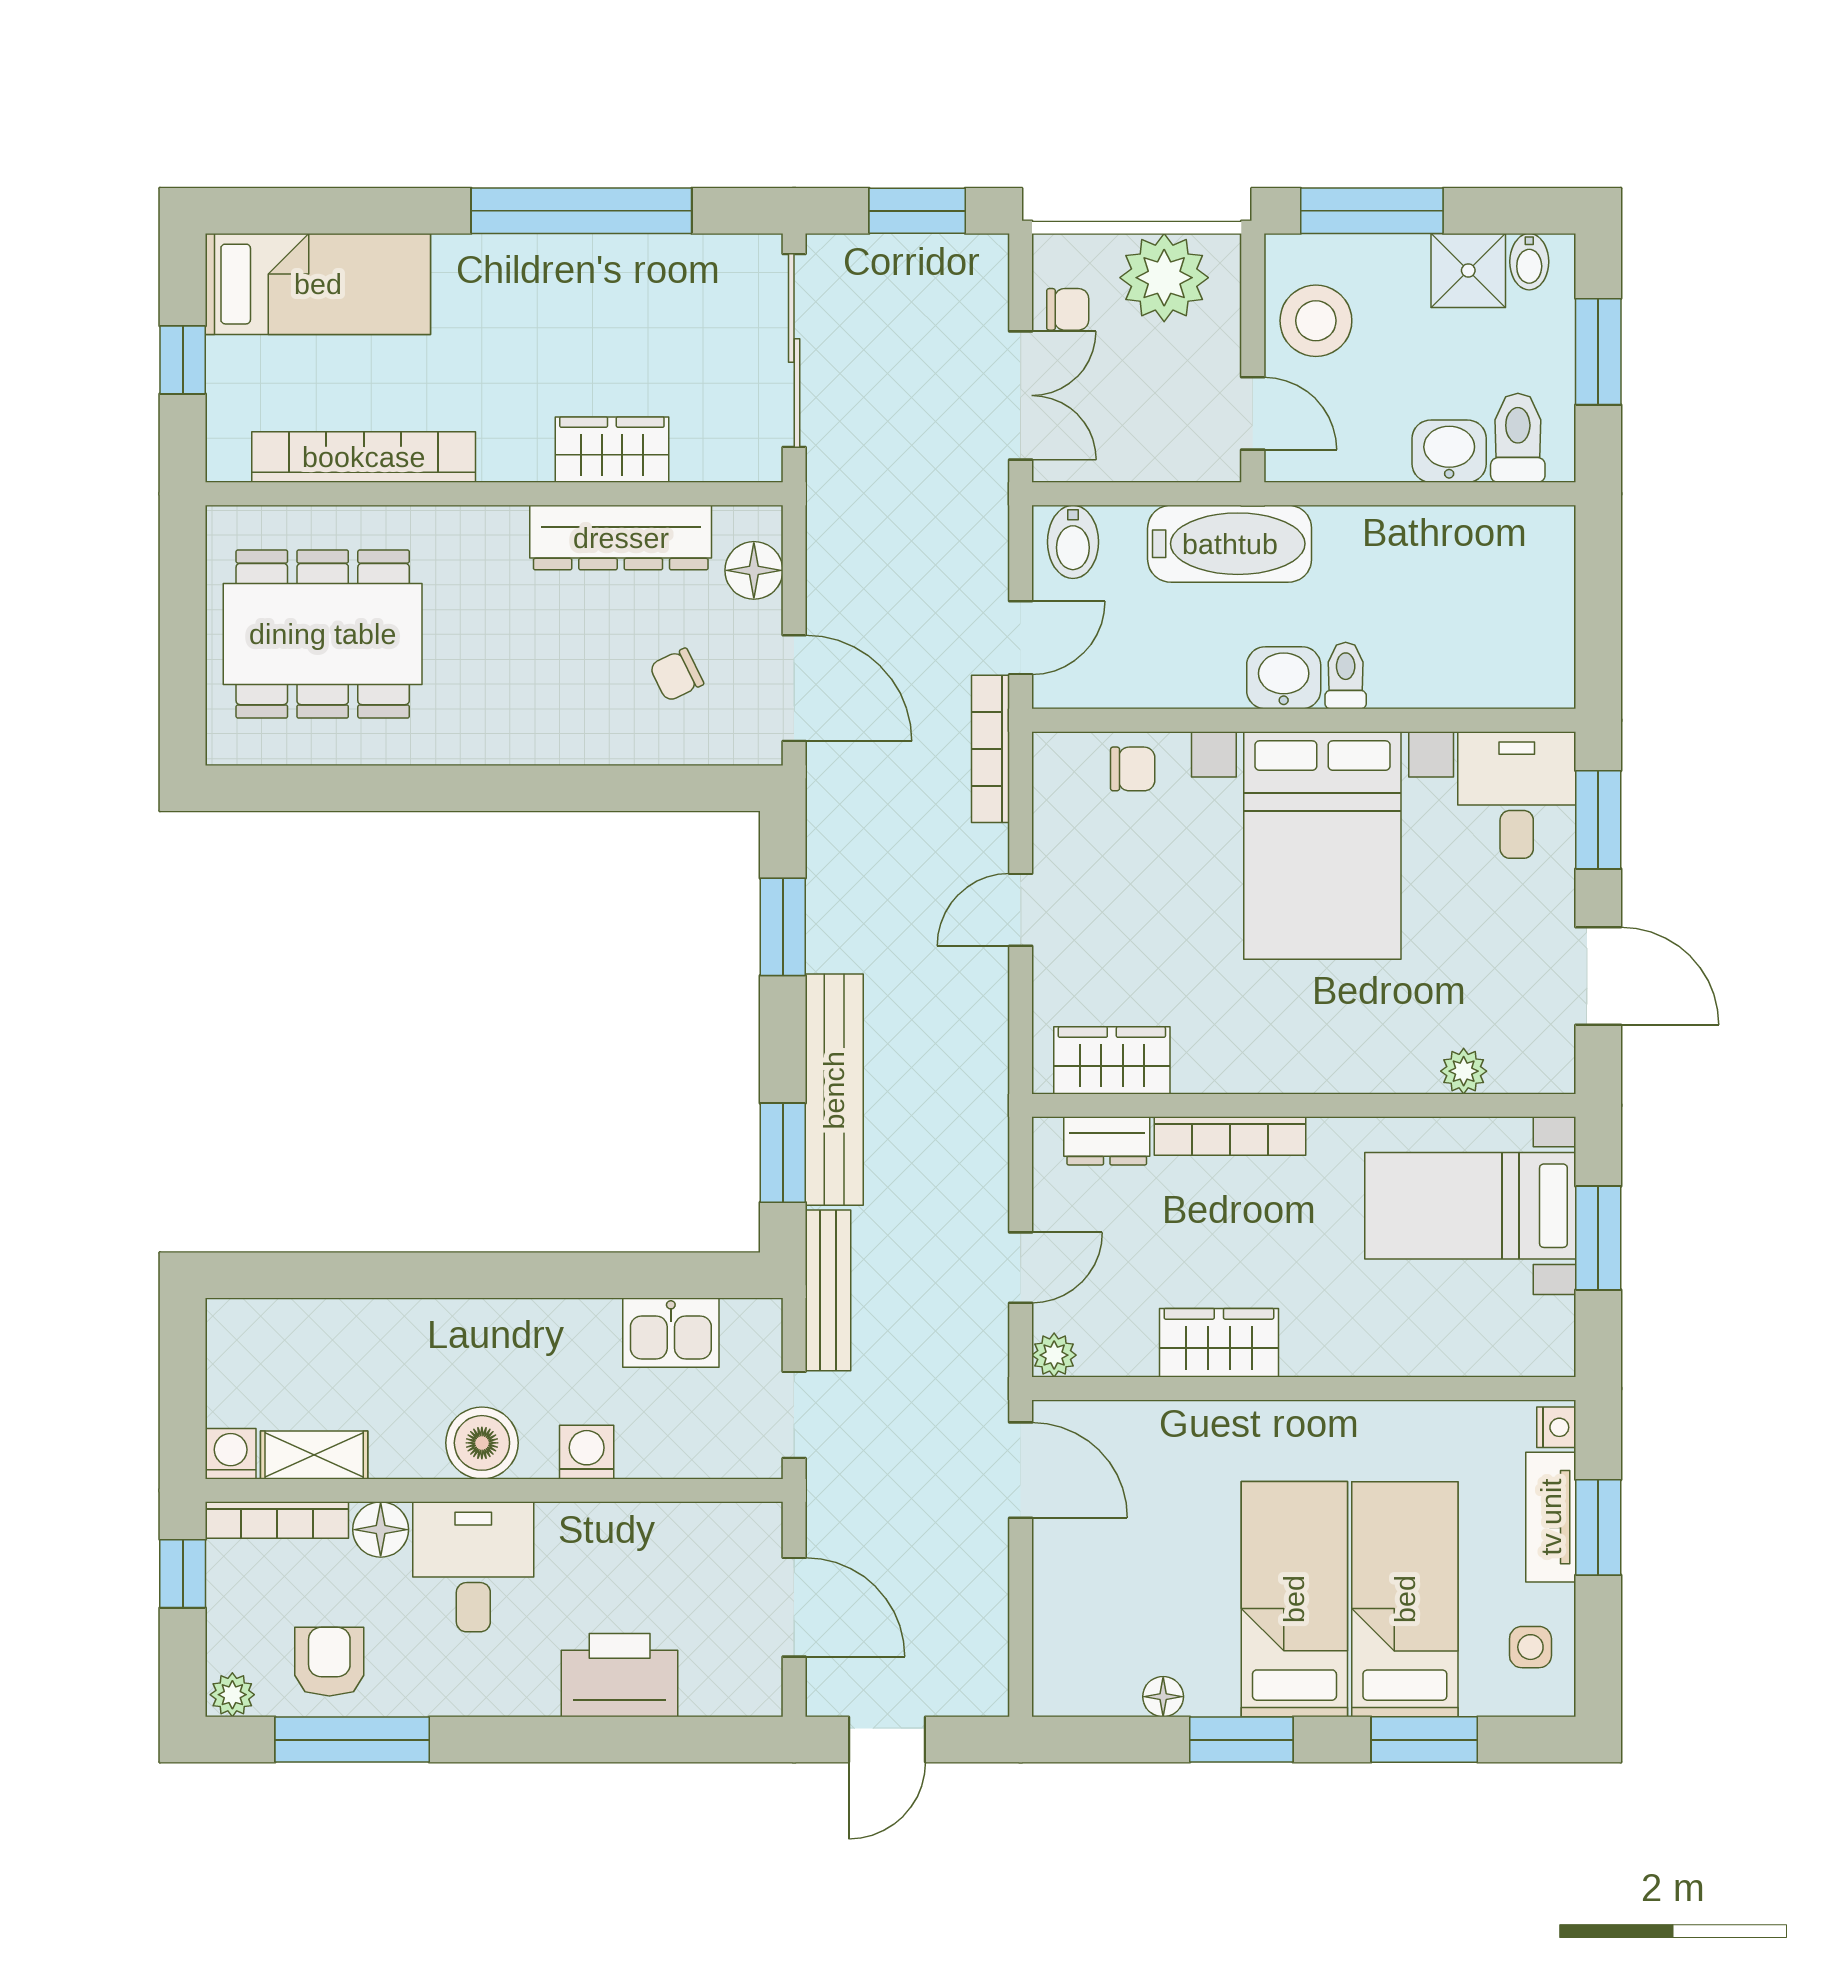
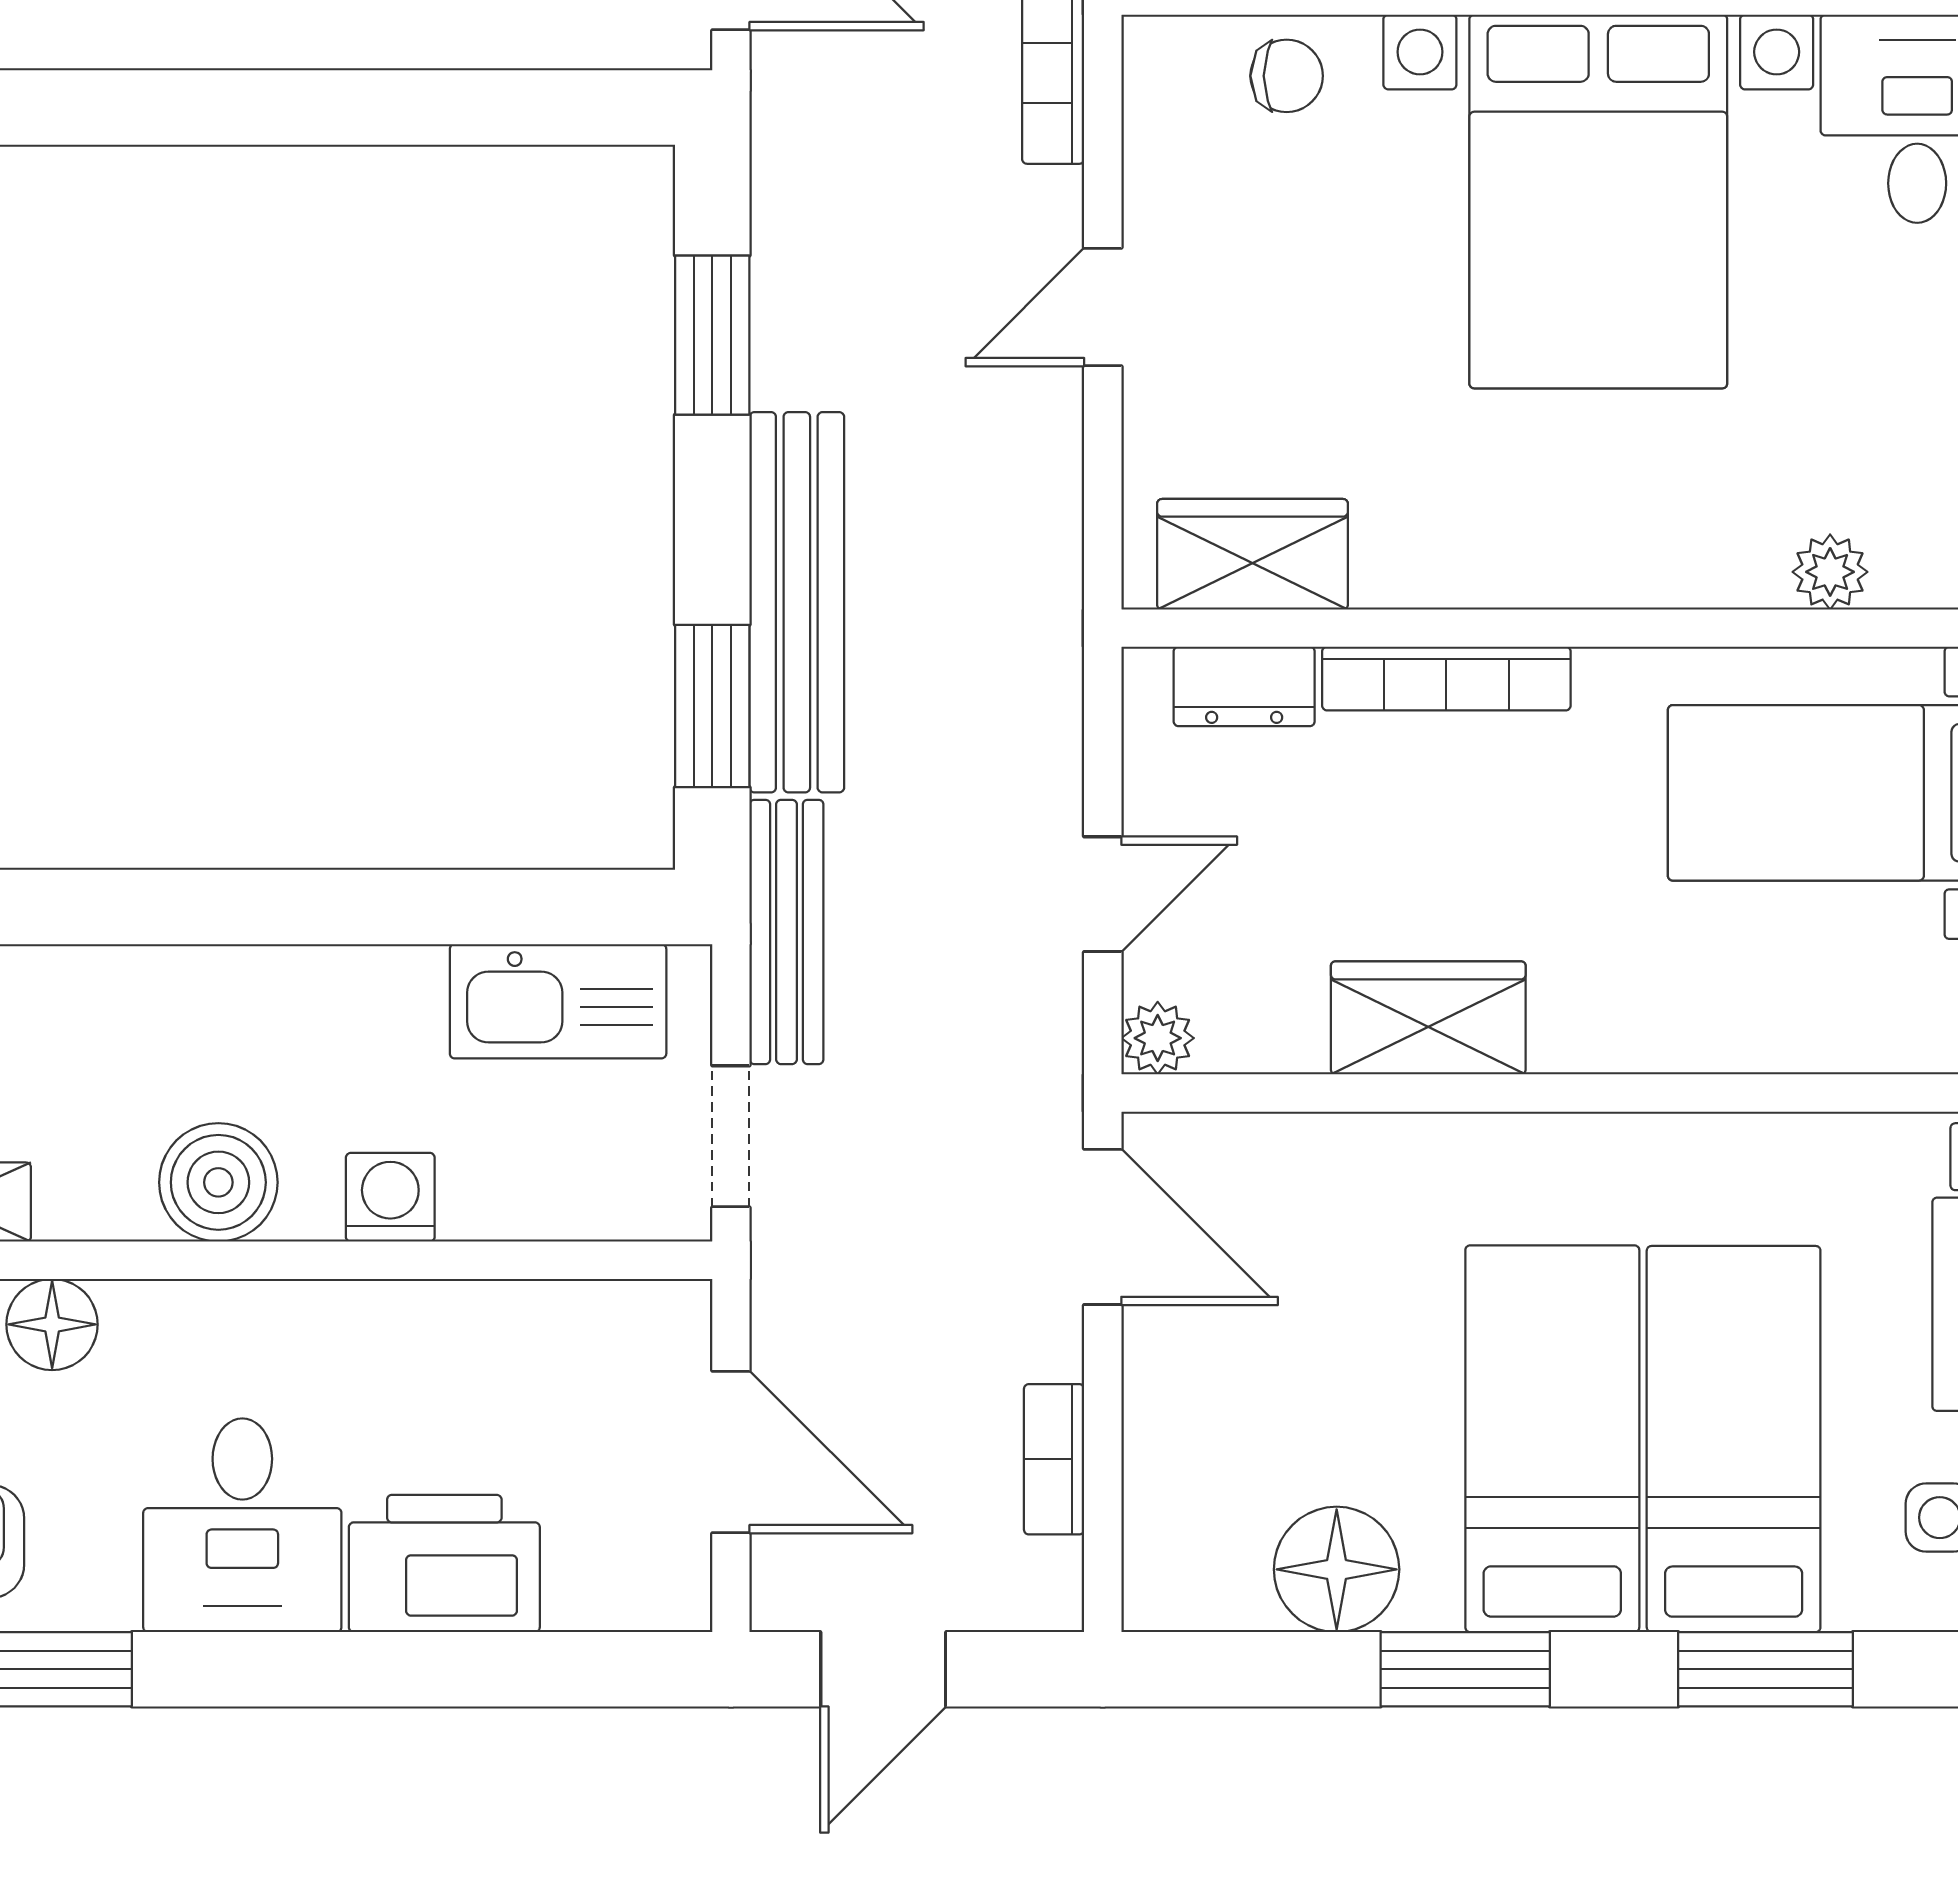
kitchen sink: (671, 1333) -> (558, 1001), width x1.38
desk: (473, 1567) -> (242, 1525), moved, turned 180
bookcase: (991, 1612) -> (1054, 1459), added
floor lamp: (1163, 1697) -> (1337, 1569), width x1.89, depth x1.89

